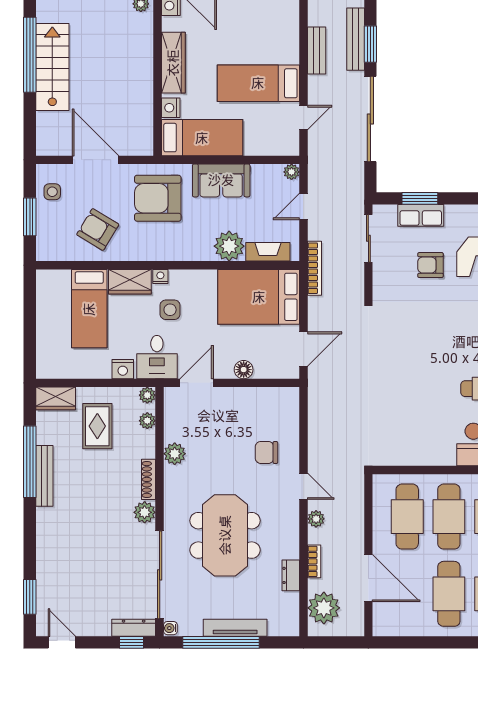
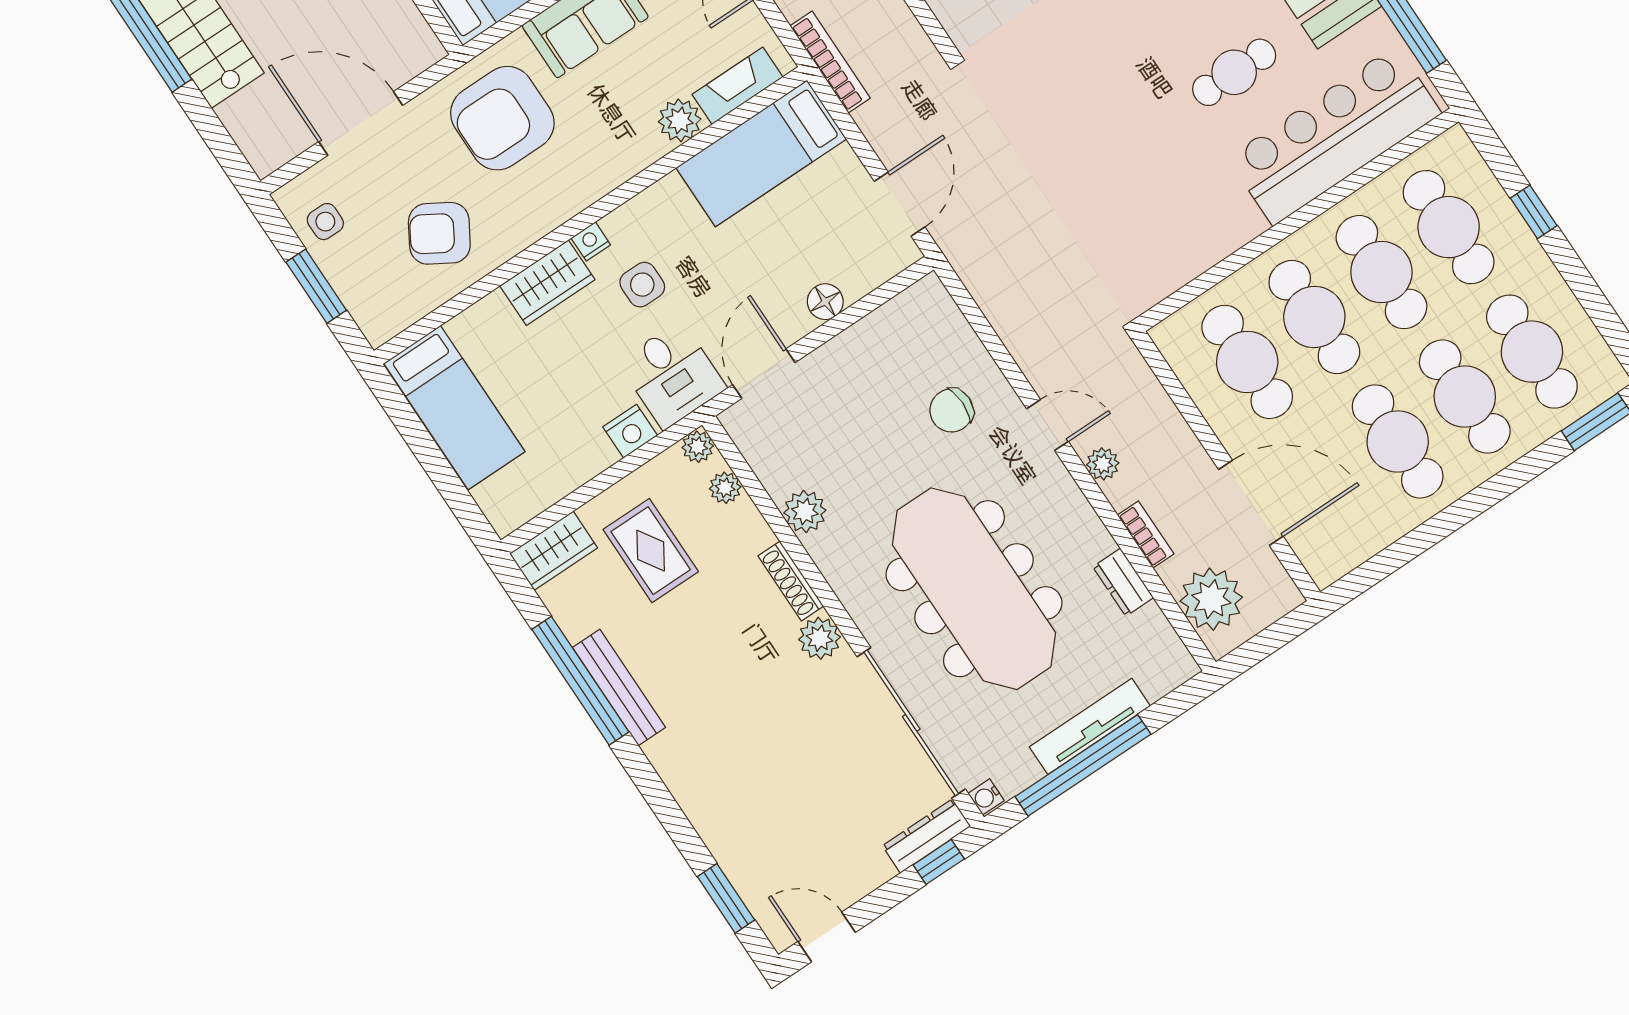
plant: (229, 246) -> (680, 120), width x0.73, depth x0.73
bed: (259, 297) -> (761, 153), width x0.67
bed: (89, 309) -> (454, 408), moved
meeting table: (225, 535) -> (974, 589), width x1.36

